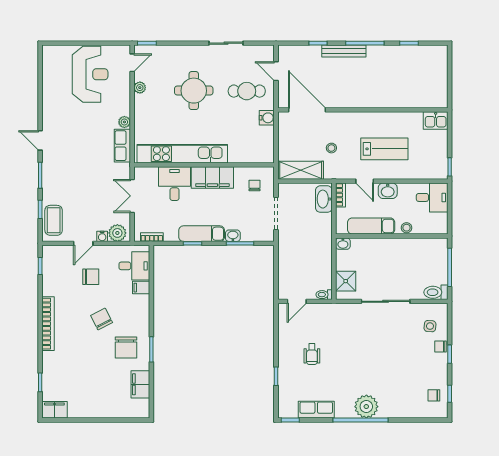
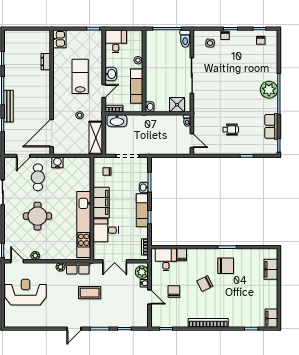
dresser: (405, 102) -> (46, 62), added
coffee table: (54, 220) -> (90, 293), moved
filing cabinet: (140, 384) -> (271, 269), moved, turned 90

